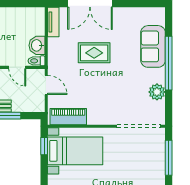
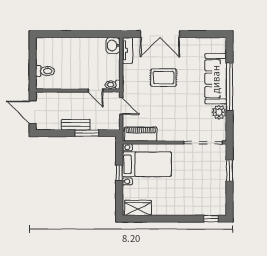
washbasin: (37, 45) -> (113, 45), moved
sofa: (153, 46) -> (216, 79), width x1.36
window: (44, 146) -> (119, 173), moved
window: (169, 158) -> (229, 170), width x0.69

